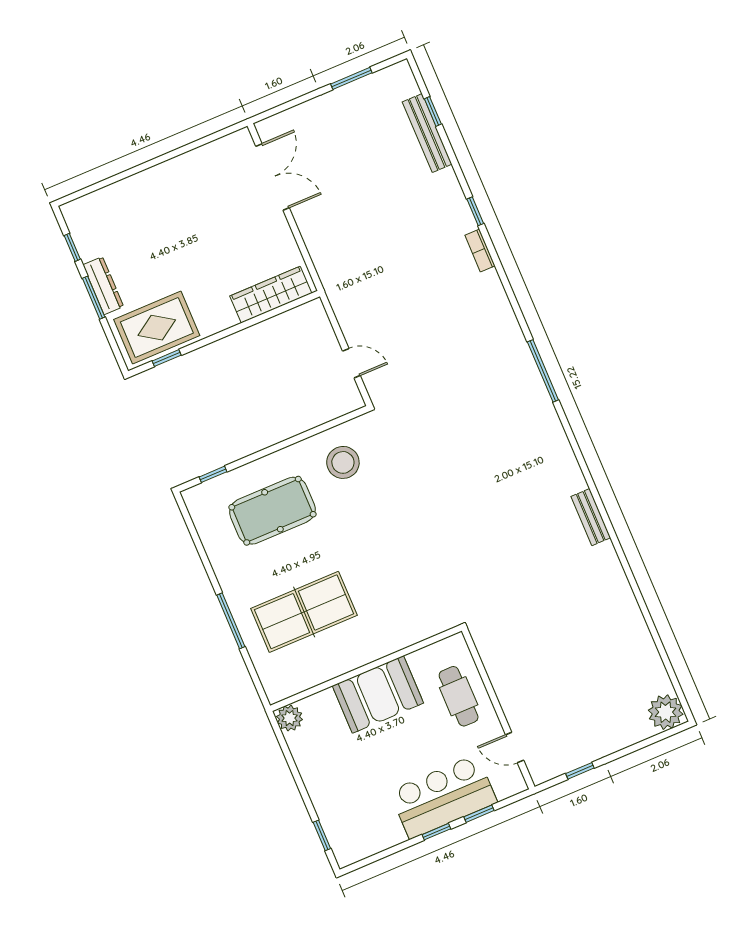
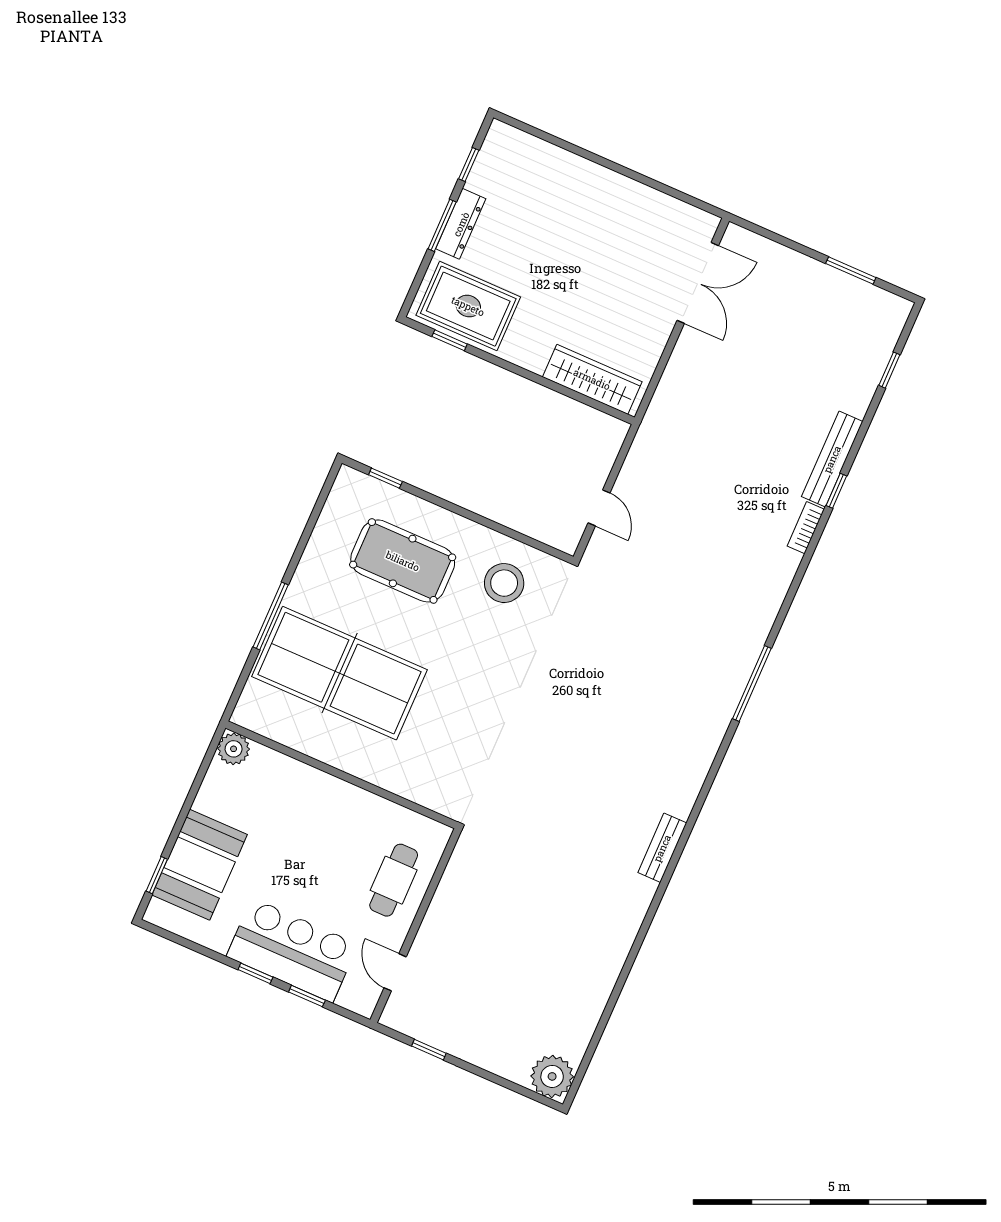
bench: (427, 133) -> (832, 459), moved
table tennis table: (304, 612) -> (340, 673), width x1.36, depth x1.32
booth: (378, 694) -> (200, 865), moved, turned 90

